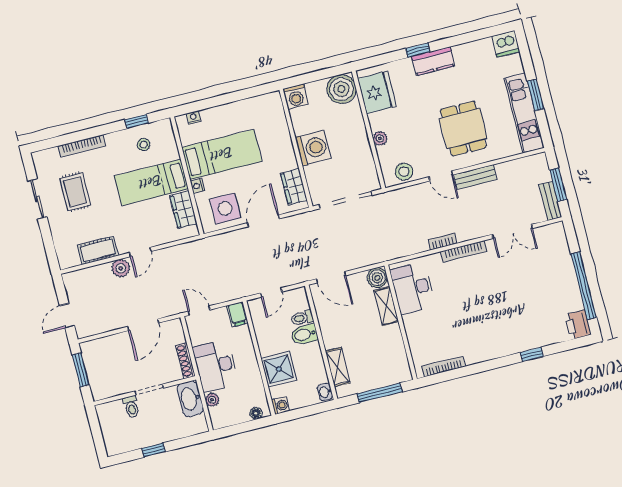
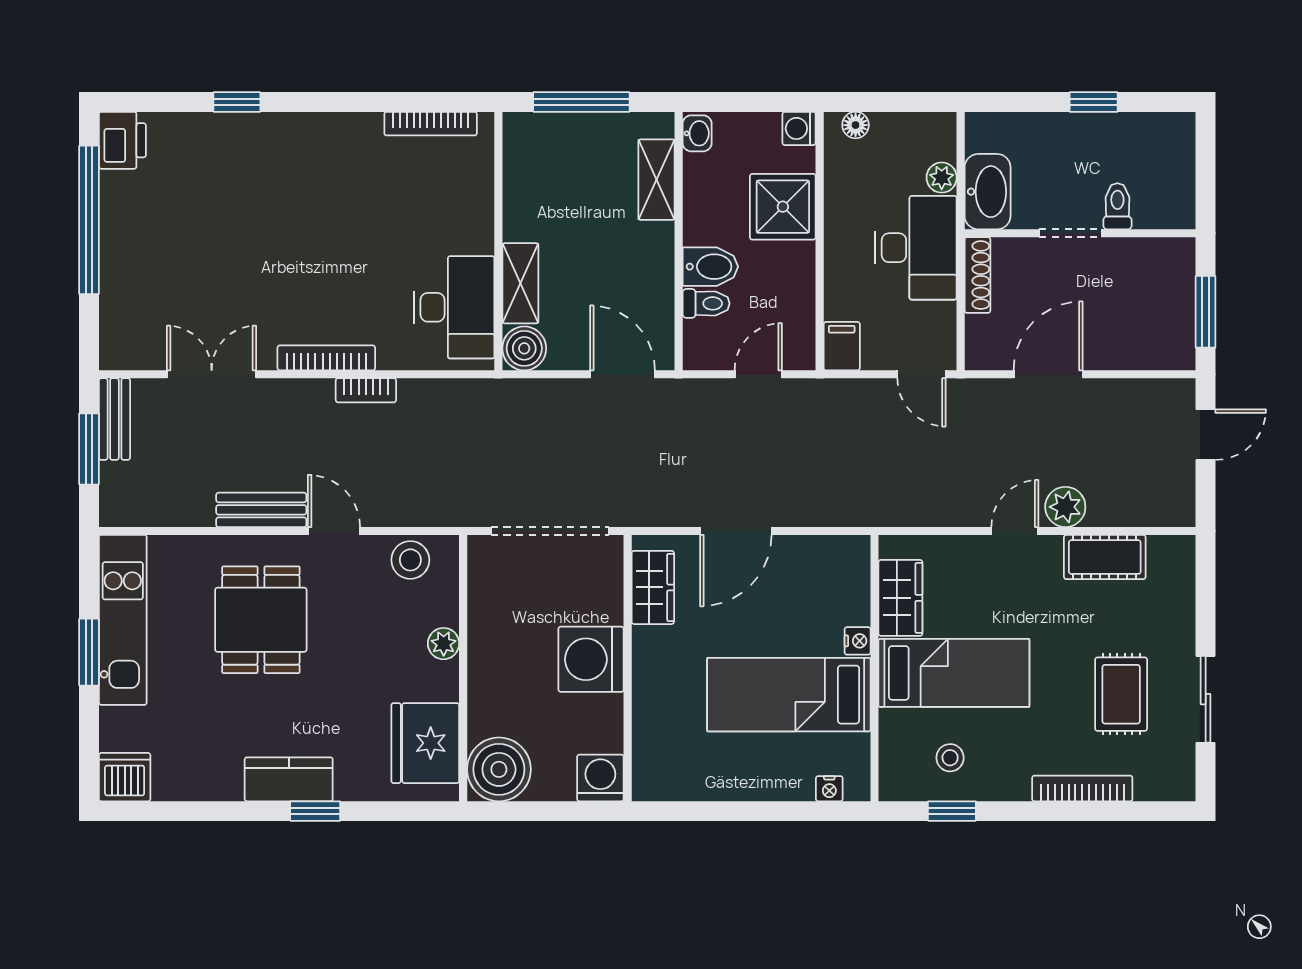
side table: (225, 209) -> (811, 578), removed

